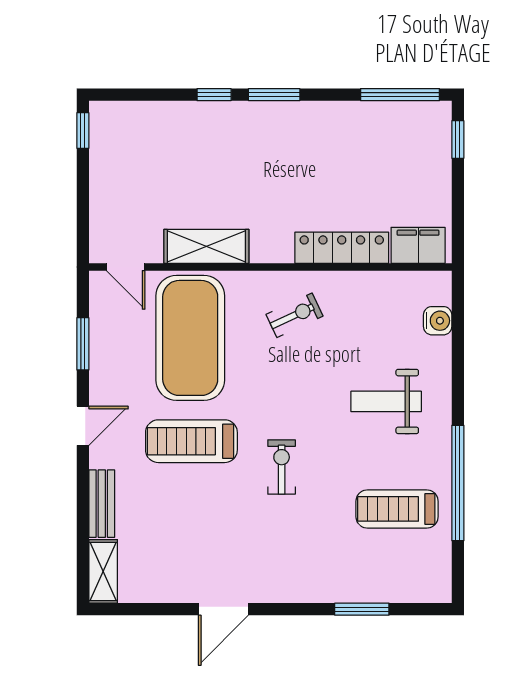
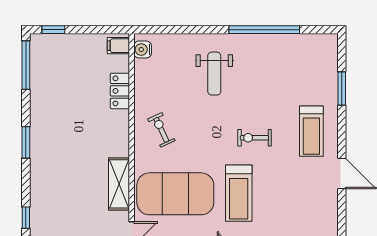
window: (214, 95) -> (26, 218), moved
filing cabinet: (418, 245) -> (118, 46), width x0.50
locker: (342, 248) -> (120, 91), width x0.66
water cooler: (438, 321) -> (143, 50), moved, turned -90
treadmill: (397, 509) -> (311, 131), moved

